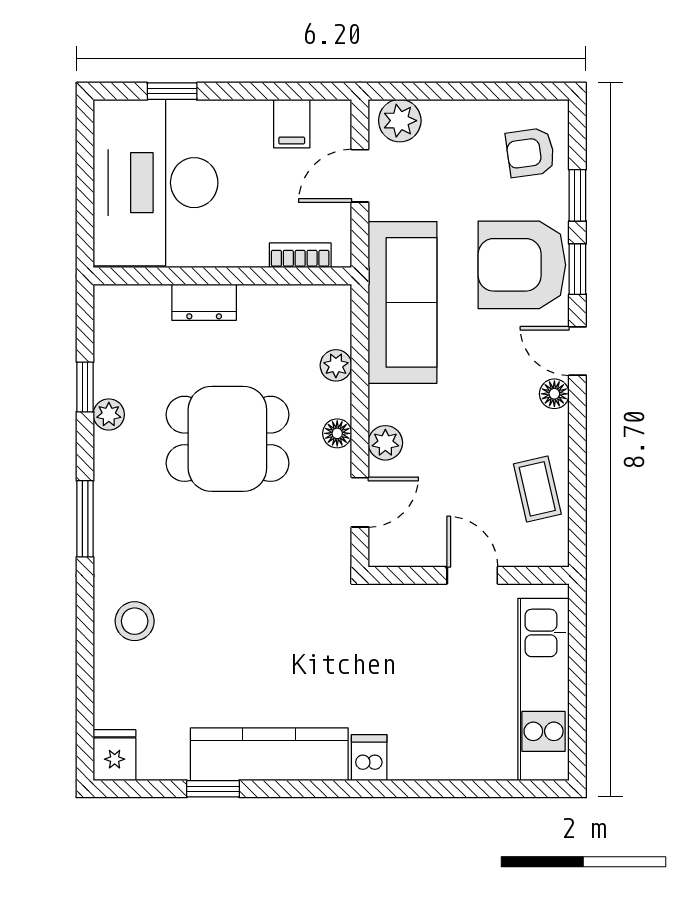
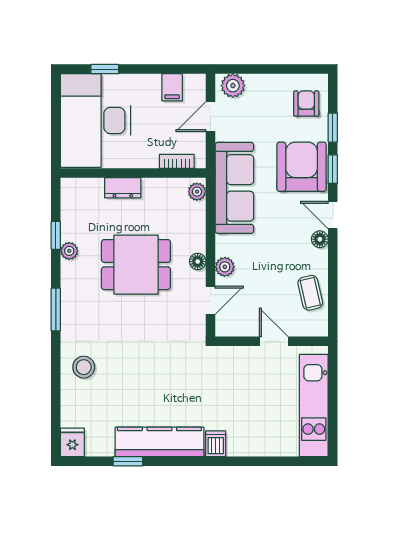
armchair: (530, 153) -> (306, 104), turned 98
armchair: (522, 265) -> (302, 167), turned 90
plant: (336, 365) -> (197, 192), moved

